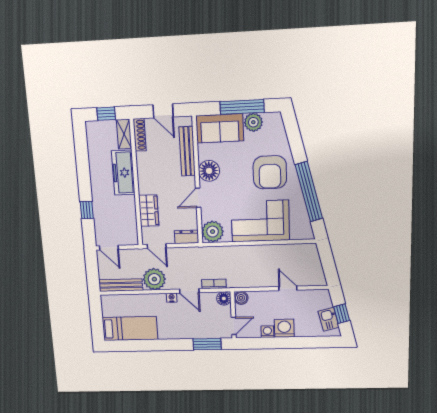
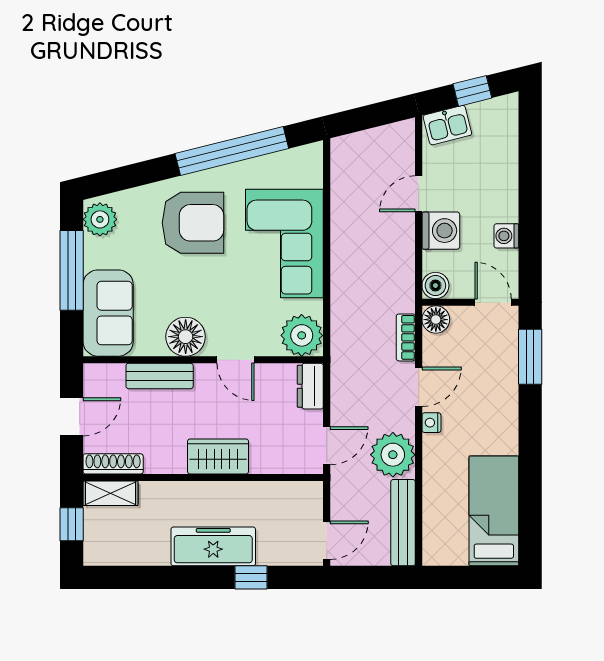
plant: (253, 122) -> (100, 219), moved
bench: (187, 151) -> (160, 376), width x0.73
freezer: (123, 173) -> (213, 546), moved, turned 180
wardrobe: (149, 211) -> (218, 456), moved
kitchen sink: (329, 319) -> (447, 125), moved
washing machine: (284, 328) -> (441, 231), moved, turned 180

